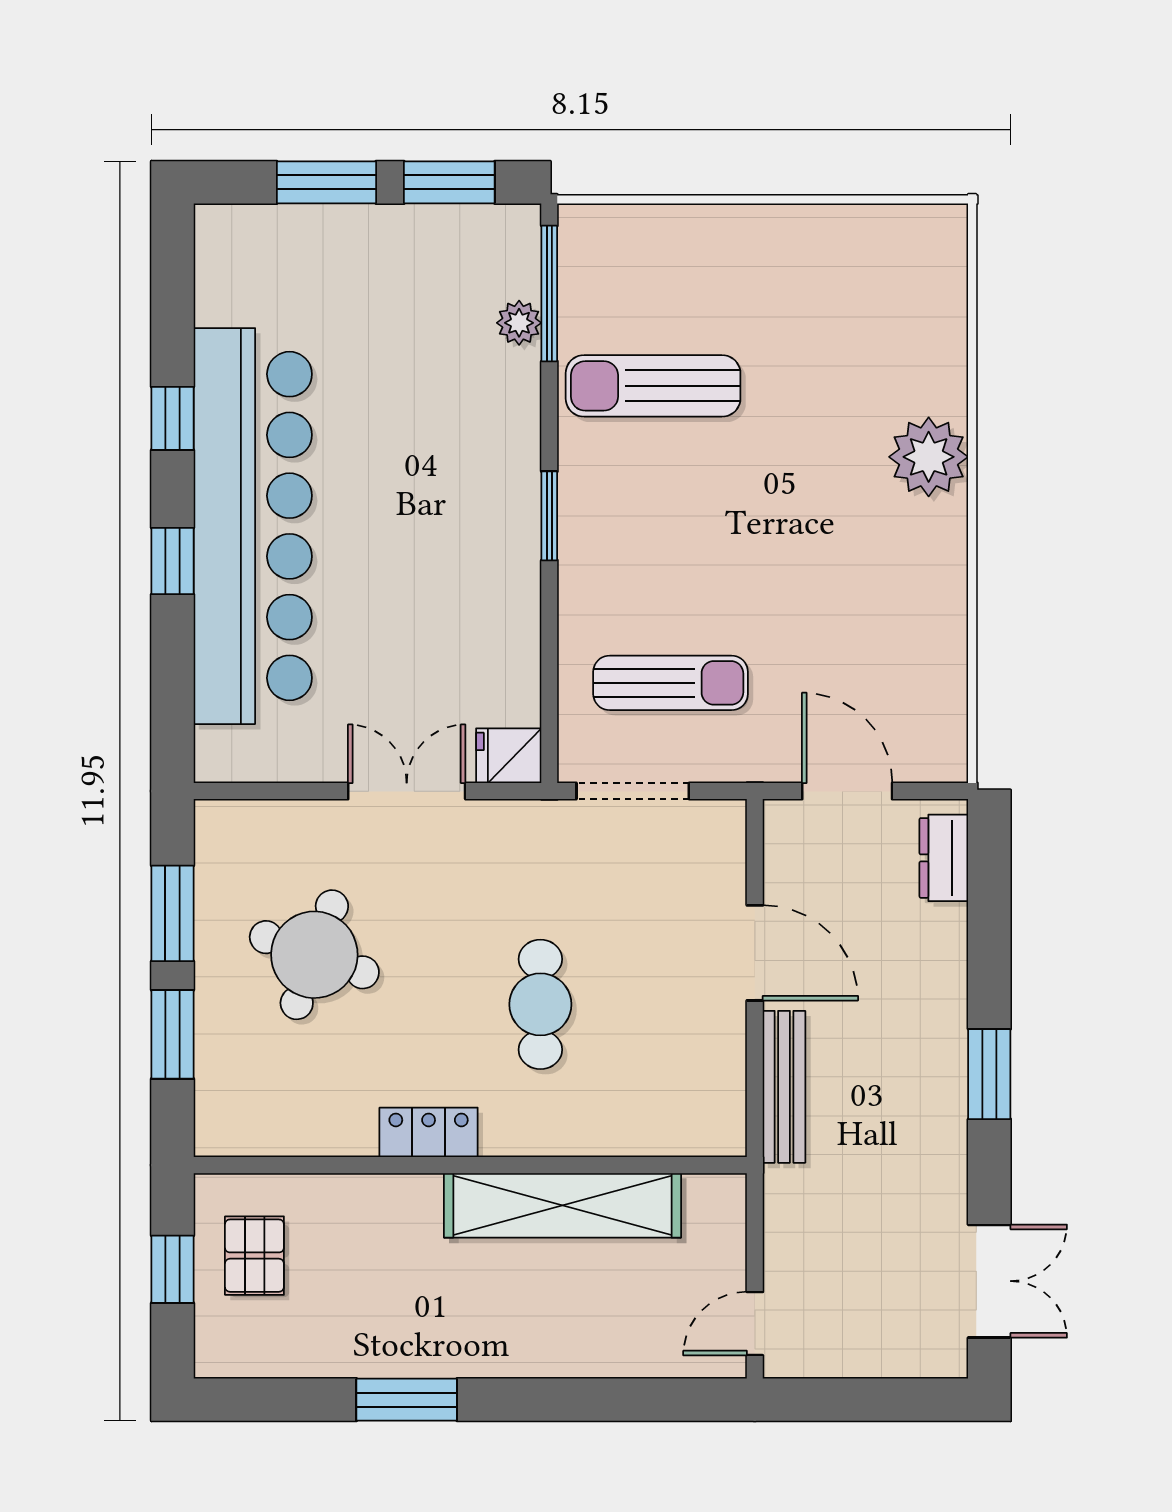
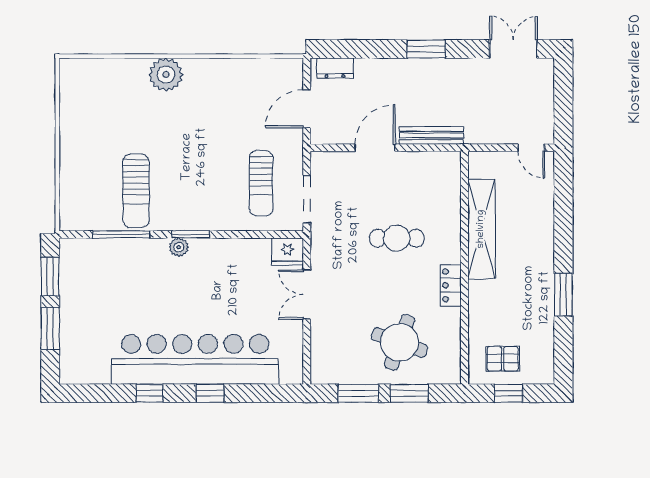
window: (549, 293) -> (121, 234), moved
plant: (519, 323) -> (179, 247), moved
sun lounger: (671, 683) -> (261, 183), turned 180
fridge: (509, 756) -> (287, 252), width x1.38
round table: (314, 955) -> (400, 342), moved

